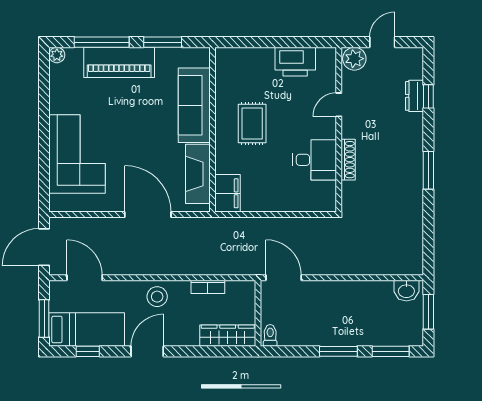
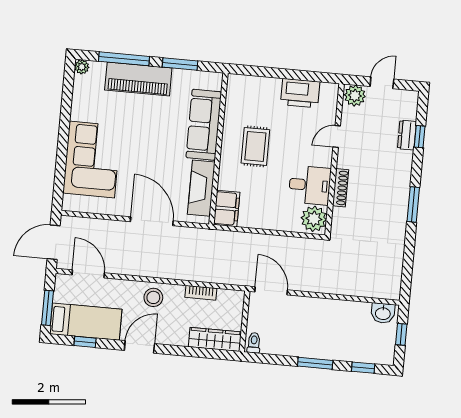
plant: (322, 196) -> (314, 219), added
window: (428, 312) -> (401, 334), width x0.67
window: (391, 351) -> (363, 368), width x0.67

